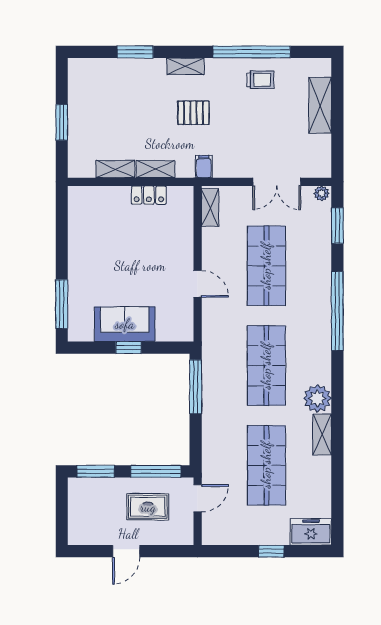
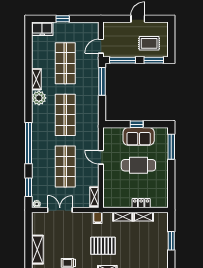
pallet: (193, 113) -> (103, 246), width x1.50, depth x1.42
locker: (149, 195) -> (141, 203), moved
cafe table: (125, 268) -> (138, 165), added
window: (196, 387) -> (102, 81), moved
rug: (148, 507) -> (149, 43), moved

